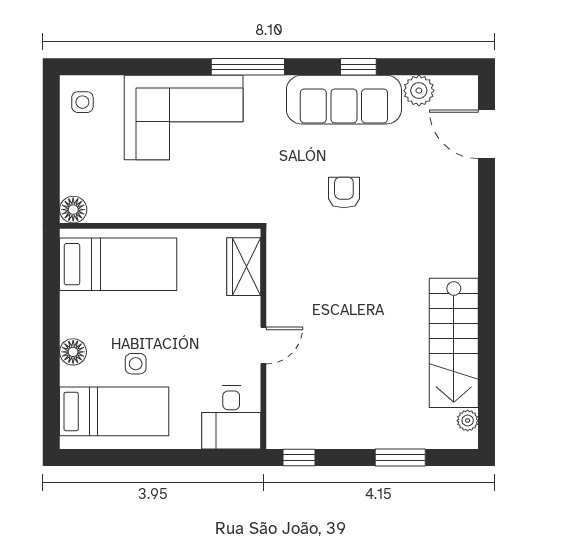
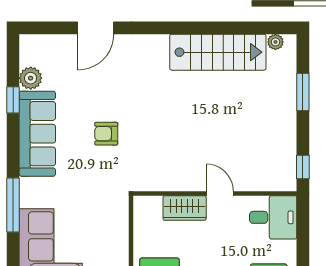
window: (358, 67) -> (13, 100), moved
door: (487, 134) -> (96, 28), moved
wardrobe: (244, 267) -> (185, 208), moved

